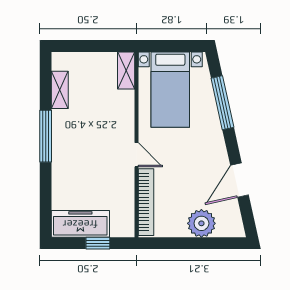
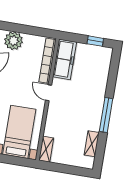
freezer: (80, 224) -> (65, 59), moved, turned -90
window: (98, 243) -> (95, 41), moved

